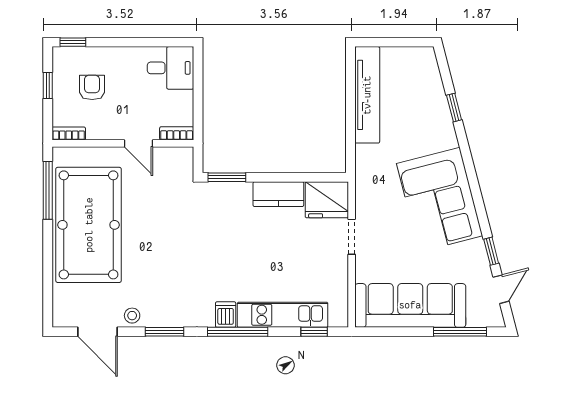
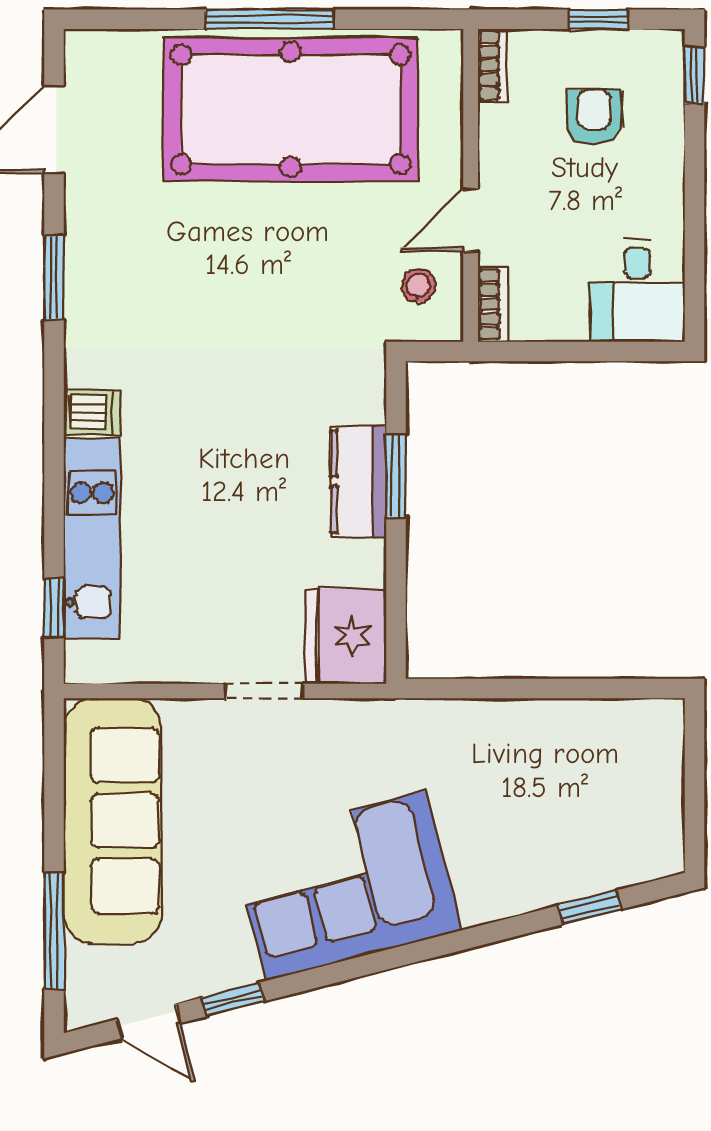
armchair: (92, 87) -> (594, 117), turned -90
tv unit: (367, 95) -> (578, 726), removed
window: (454, 108) -> (590, 907), moved
window: (227, 177) -> (396, 476), moved
window: (48, 190) -> (269, 19), moved
kitchen counter: (278, 194) -> (358, 481), moved
stool: (132, 316) -> (419, 285), moved
window: (238, 332) -> (54, 439), removed

